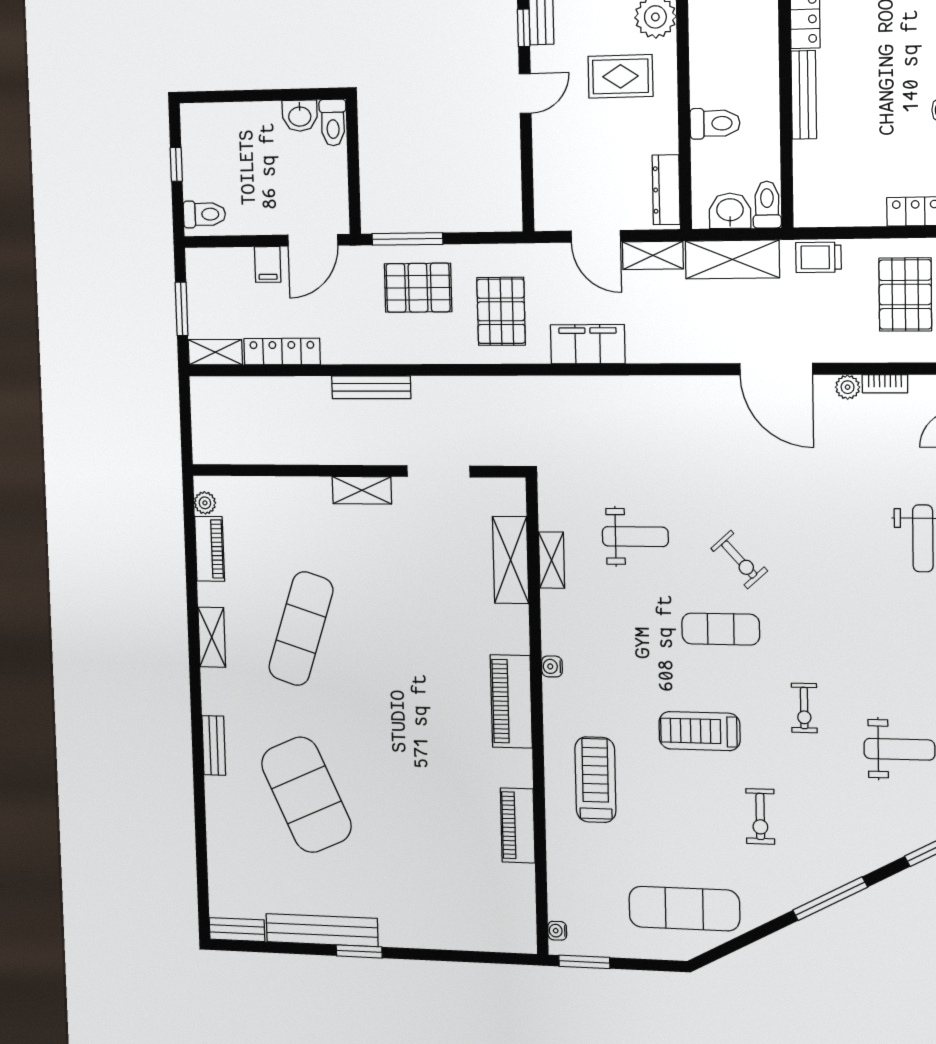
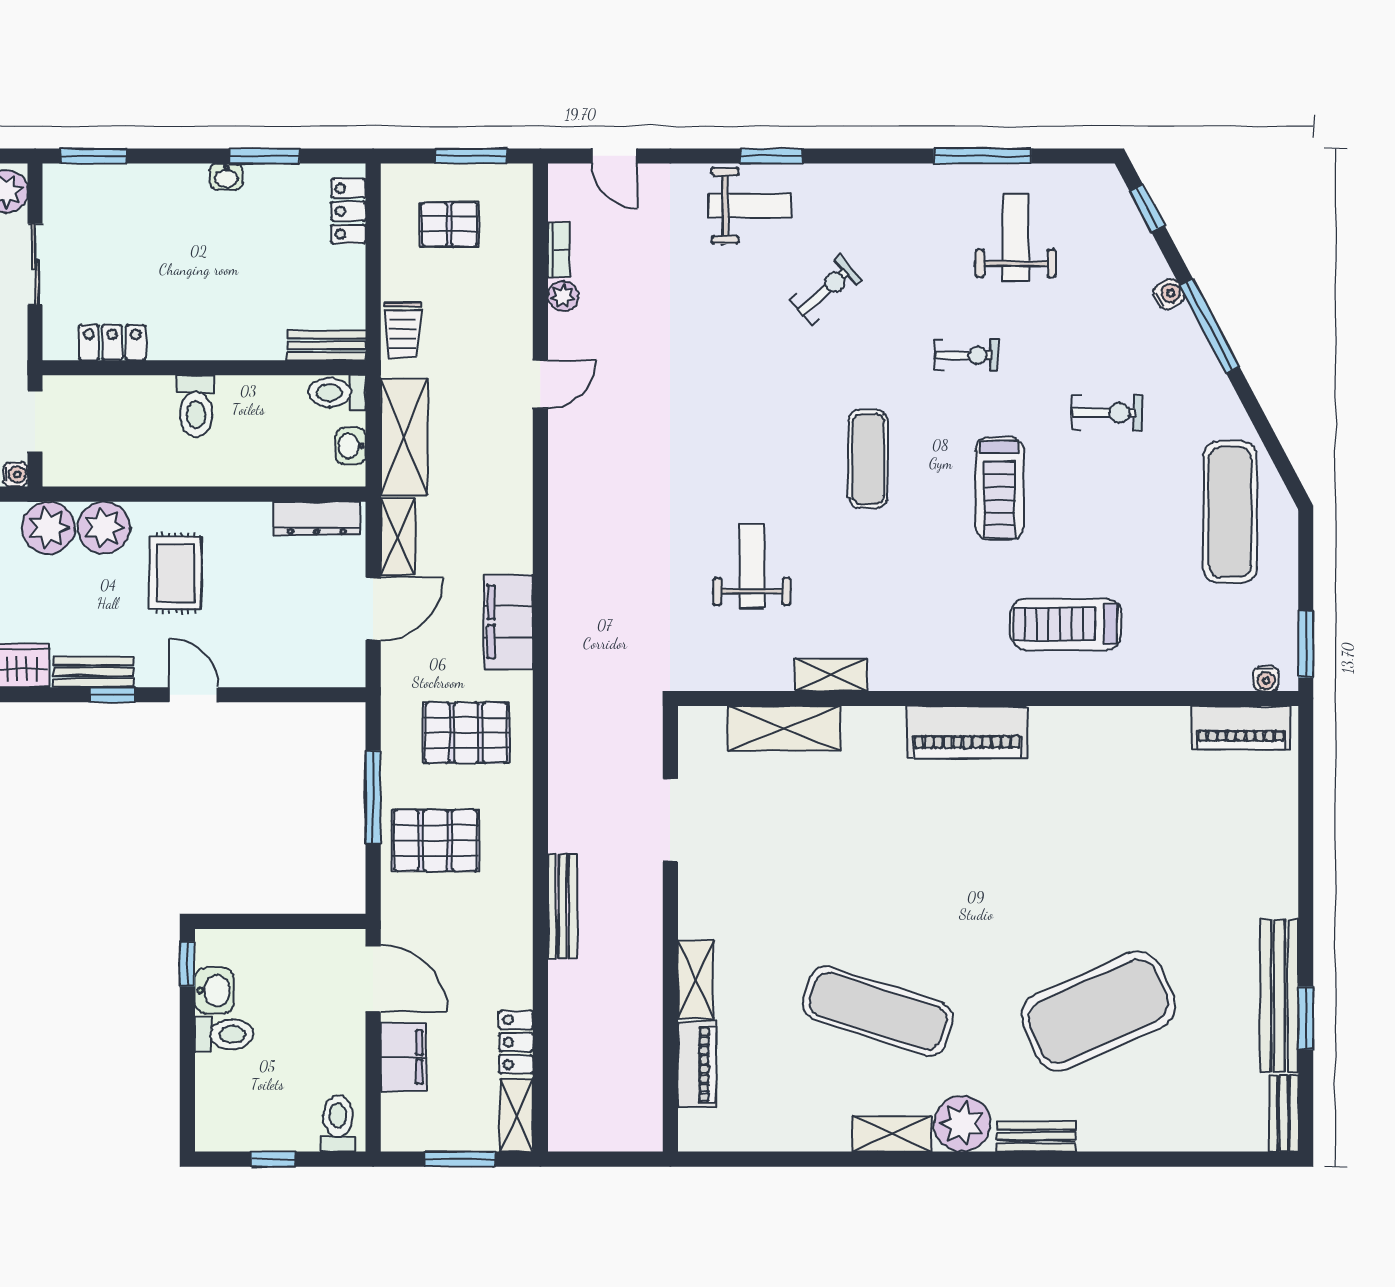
window: (319, 94) -> (187, 964), added
bench: (804, 95) -> (327, 345), moved, width x0.73
toilet: (333, 123) -> (224, 1034), moved
toilet: (715, 123) -> (196, 406), moved, turned 180
washbasin: (730, 211) -> (351, 446), width x0.72, depth x0.69
window: (407, 239) -> (373, 797), moved
filing cabinet: (268, 264) -> (403, 1057), width x2.00
pallet: (418, 288) -> (435, 841), turned 90
pallet: (905, 294) -> (449, 224), width x0.67, depth x0.71
locker: (282, 352) -> (516, 1042), width x0.66
door: (776, 369) -> (540, 384), width x0.53
shelving: (362, 490) -> (696, 980), moved
plant: (205, 503) -> (962, 1124), moved, width x1.87, depth x1.87
piano: (210, 549) -> (697, 1064), moved, turned 90
shelving: (552, 560) -> (831, 675), moved
exercise bike: (739, 560) -> (826, 290), moved
water cooler: (552, 666) -> (1169, 294), moved, turned -118
piano: (518, 826) -> (1241, 728), moved
window: (359, 951) -> (1306, 1018), moved

